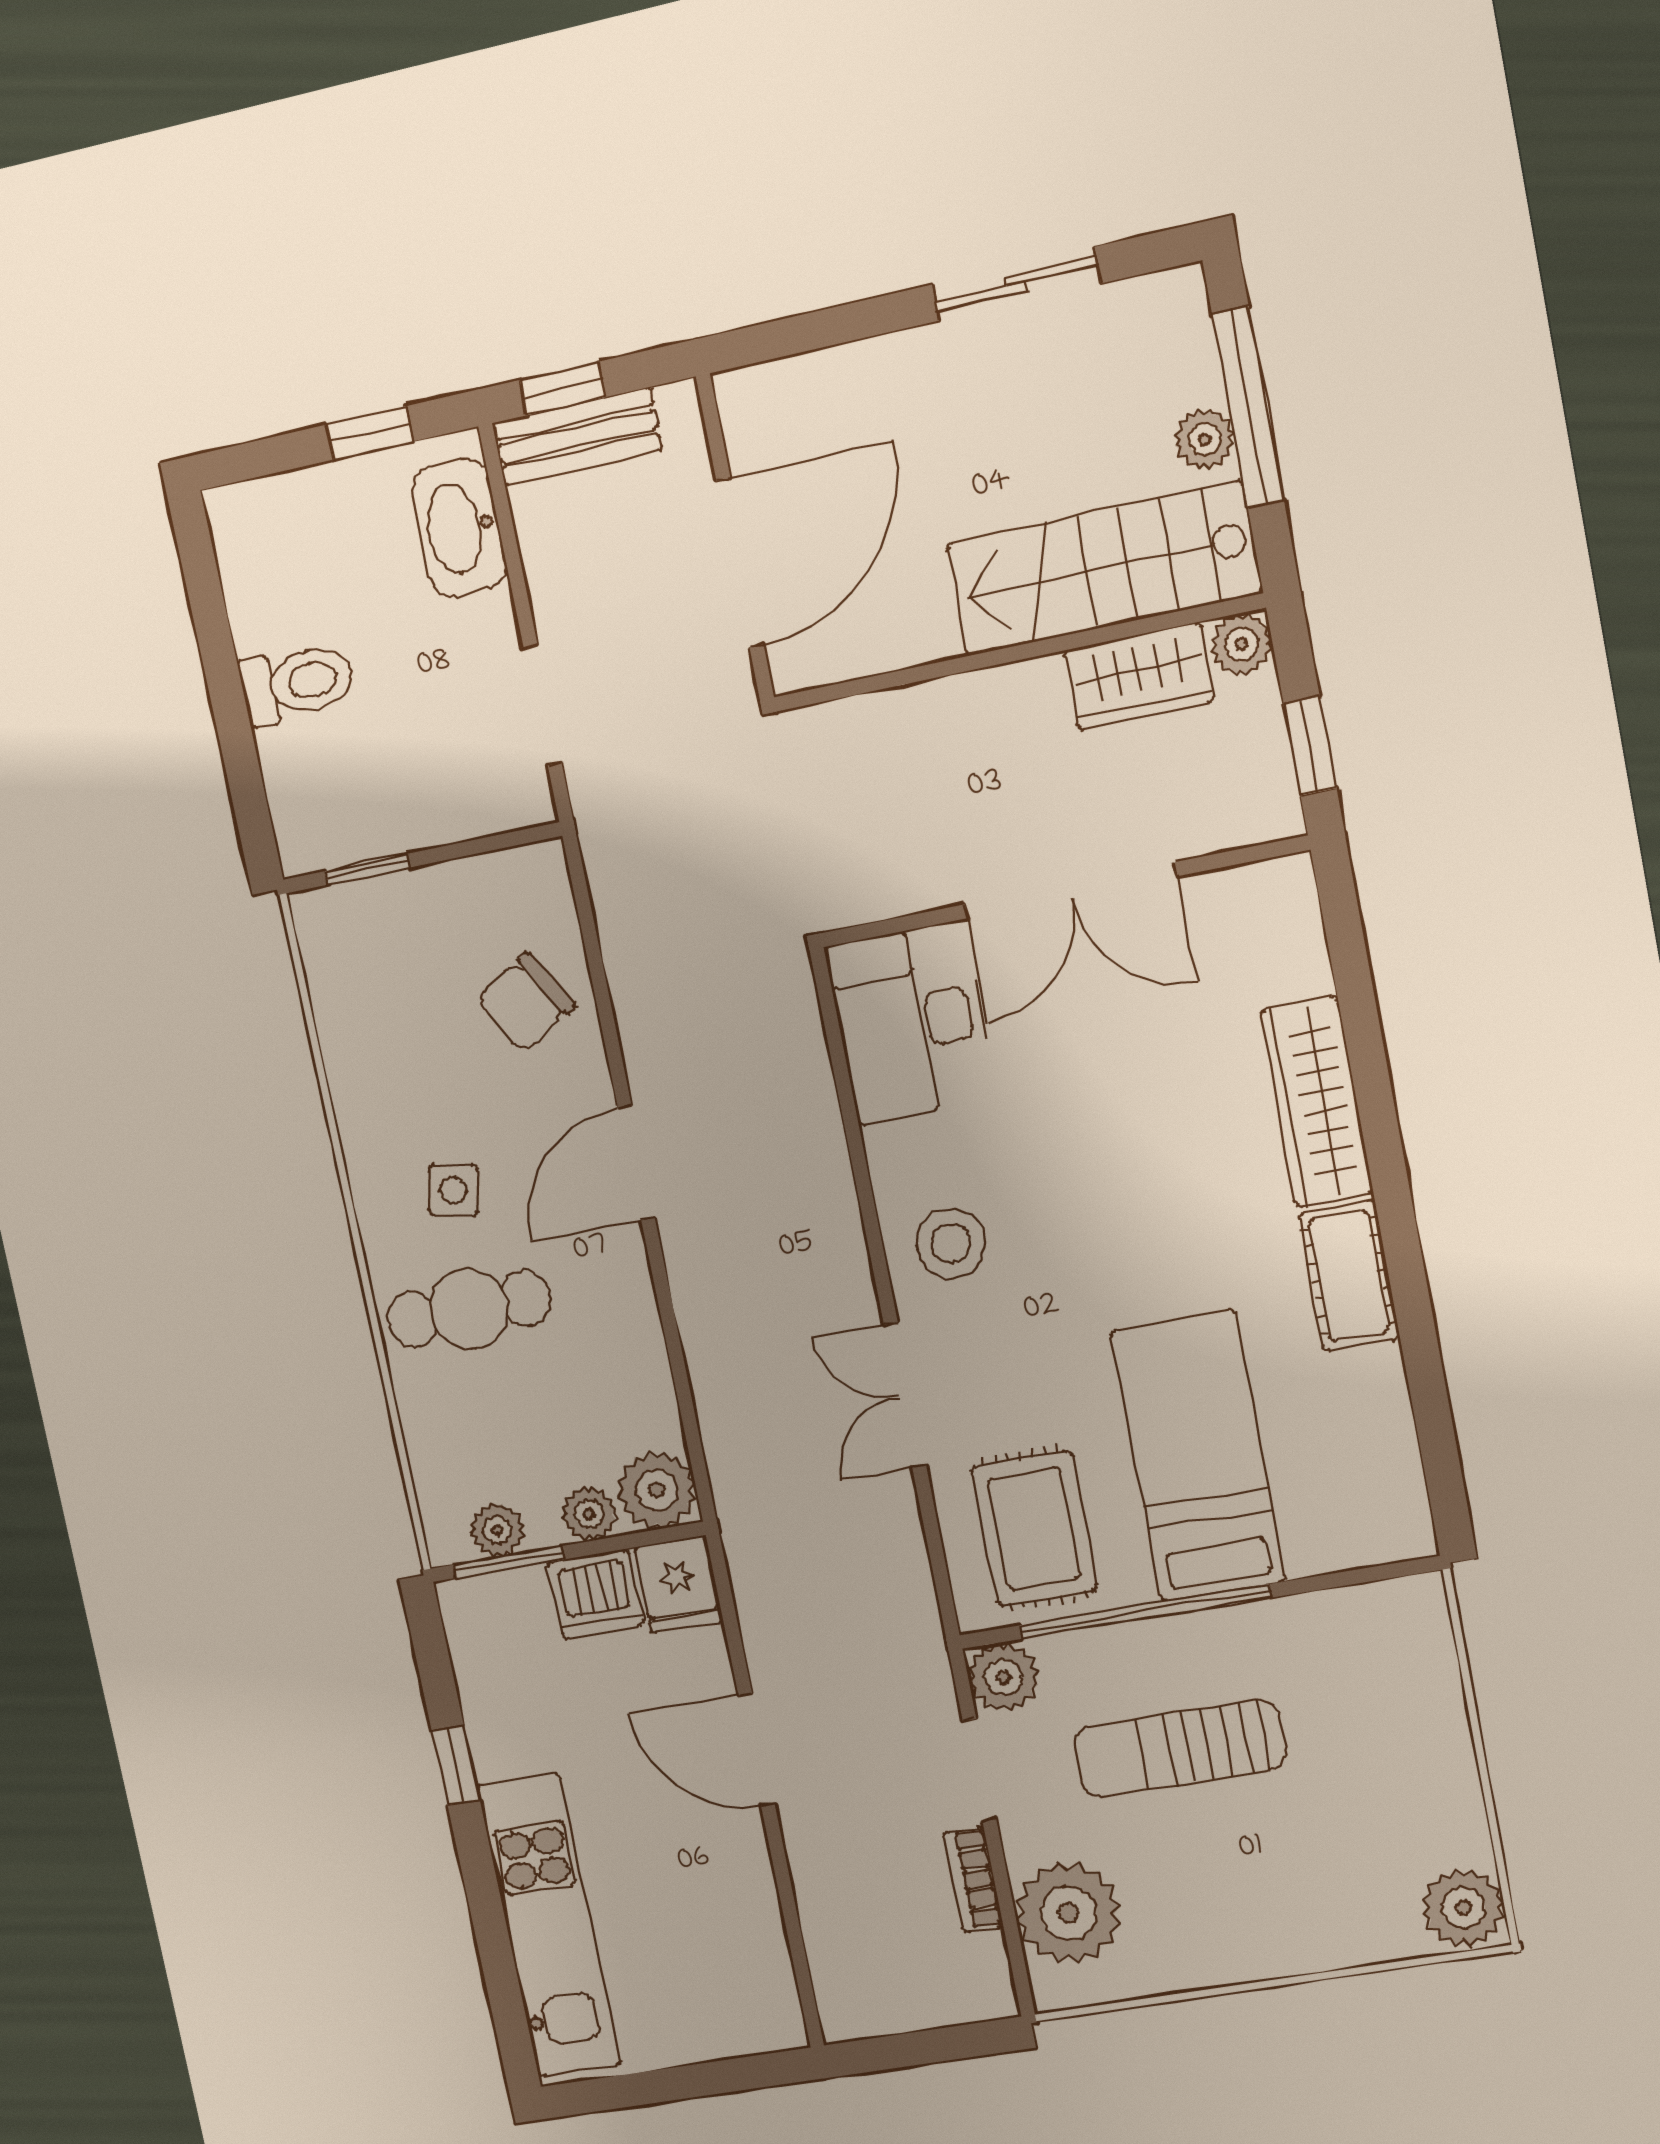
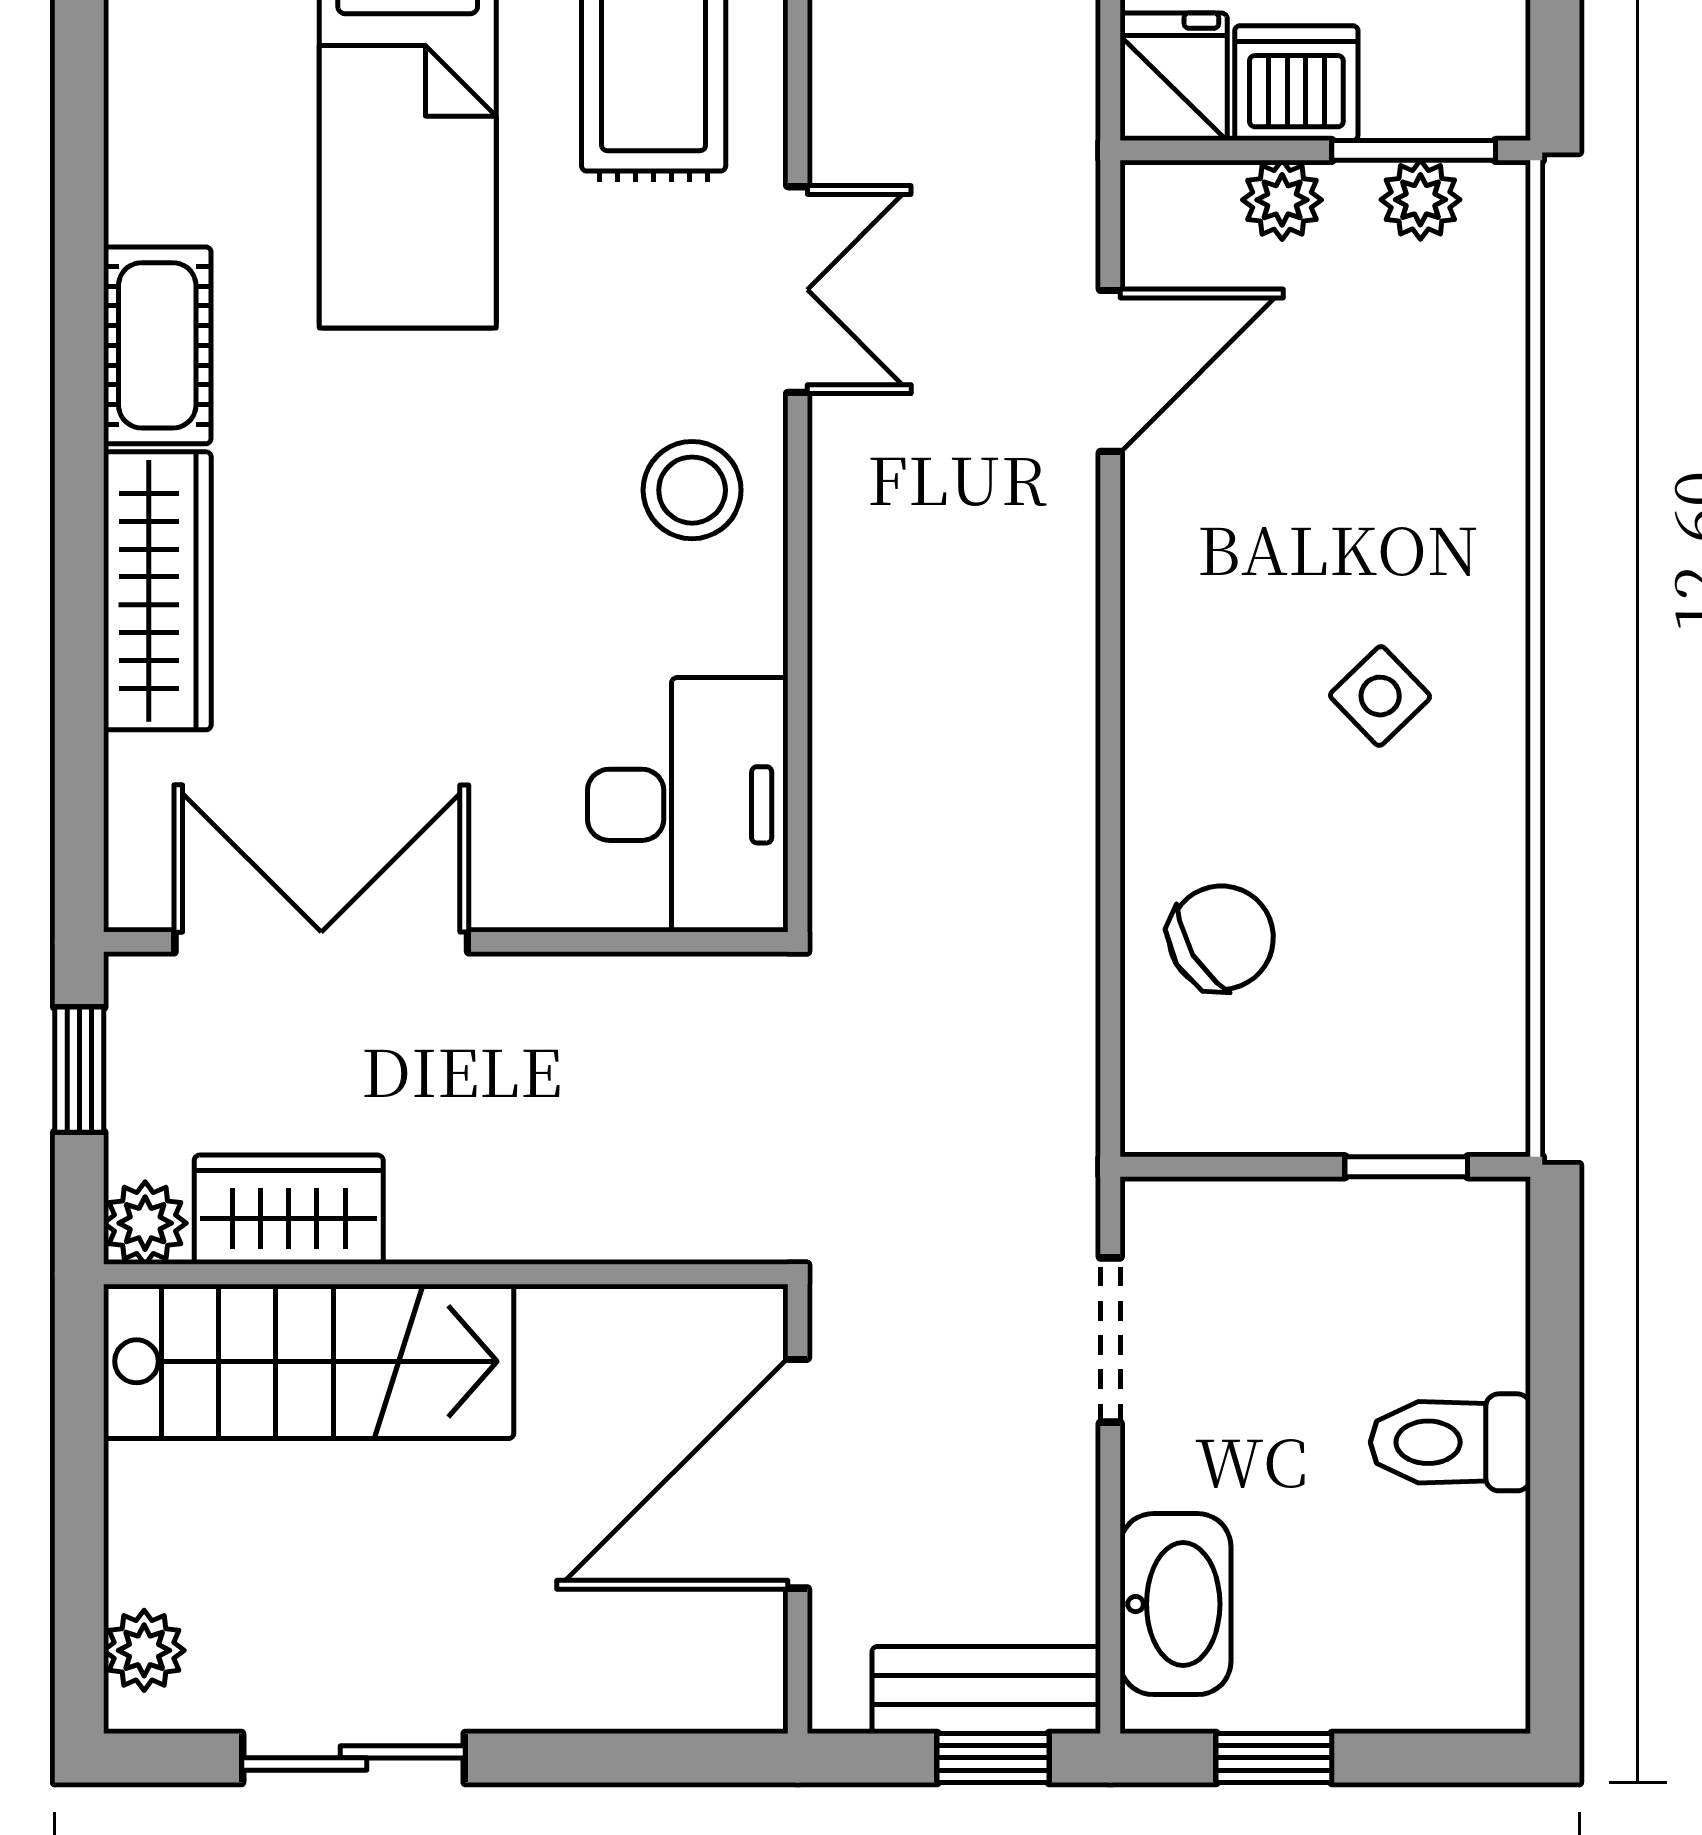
window: (1248, 407) -> (79, 1530), removed
plant: (1204, 439) -> (144, 1650), moved
double door: (1071, 890) -> (321, 942), moved
door: (636, 1163) -> (1110, 371), moved
side table: (453, 1190) -> (1380, 696), turned 34
cafe table: (469, 1309) -> (1393, 524), removed
plant: (657, 1490) -> (1177, 217), removed

